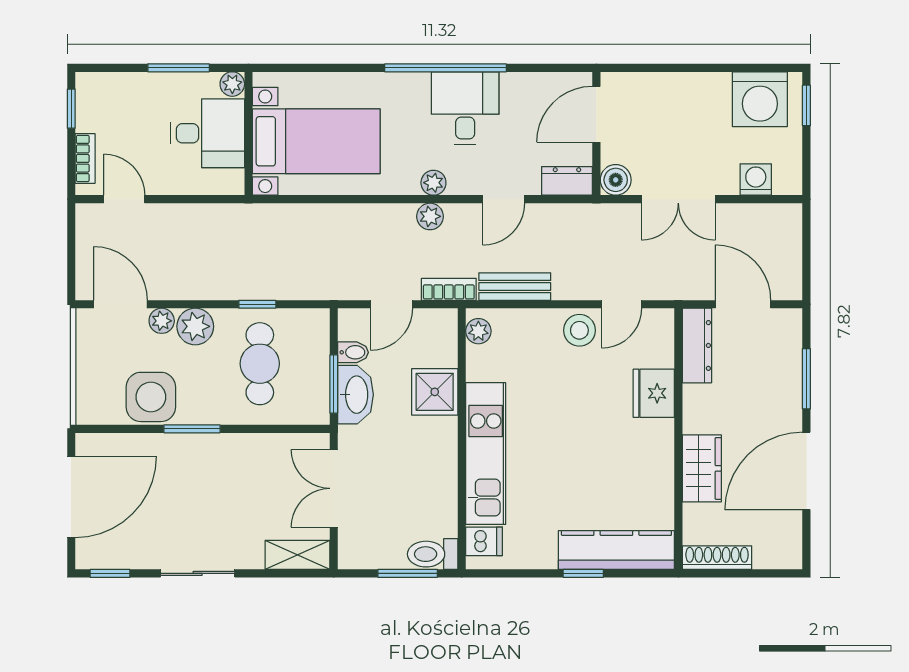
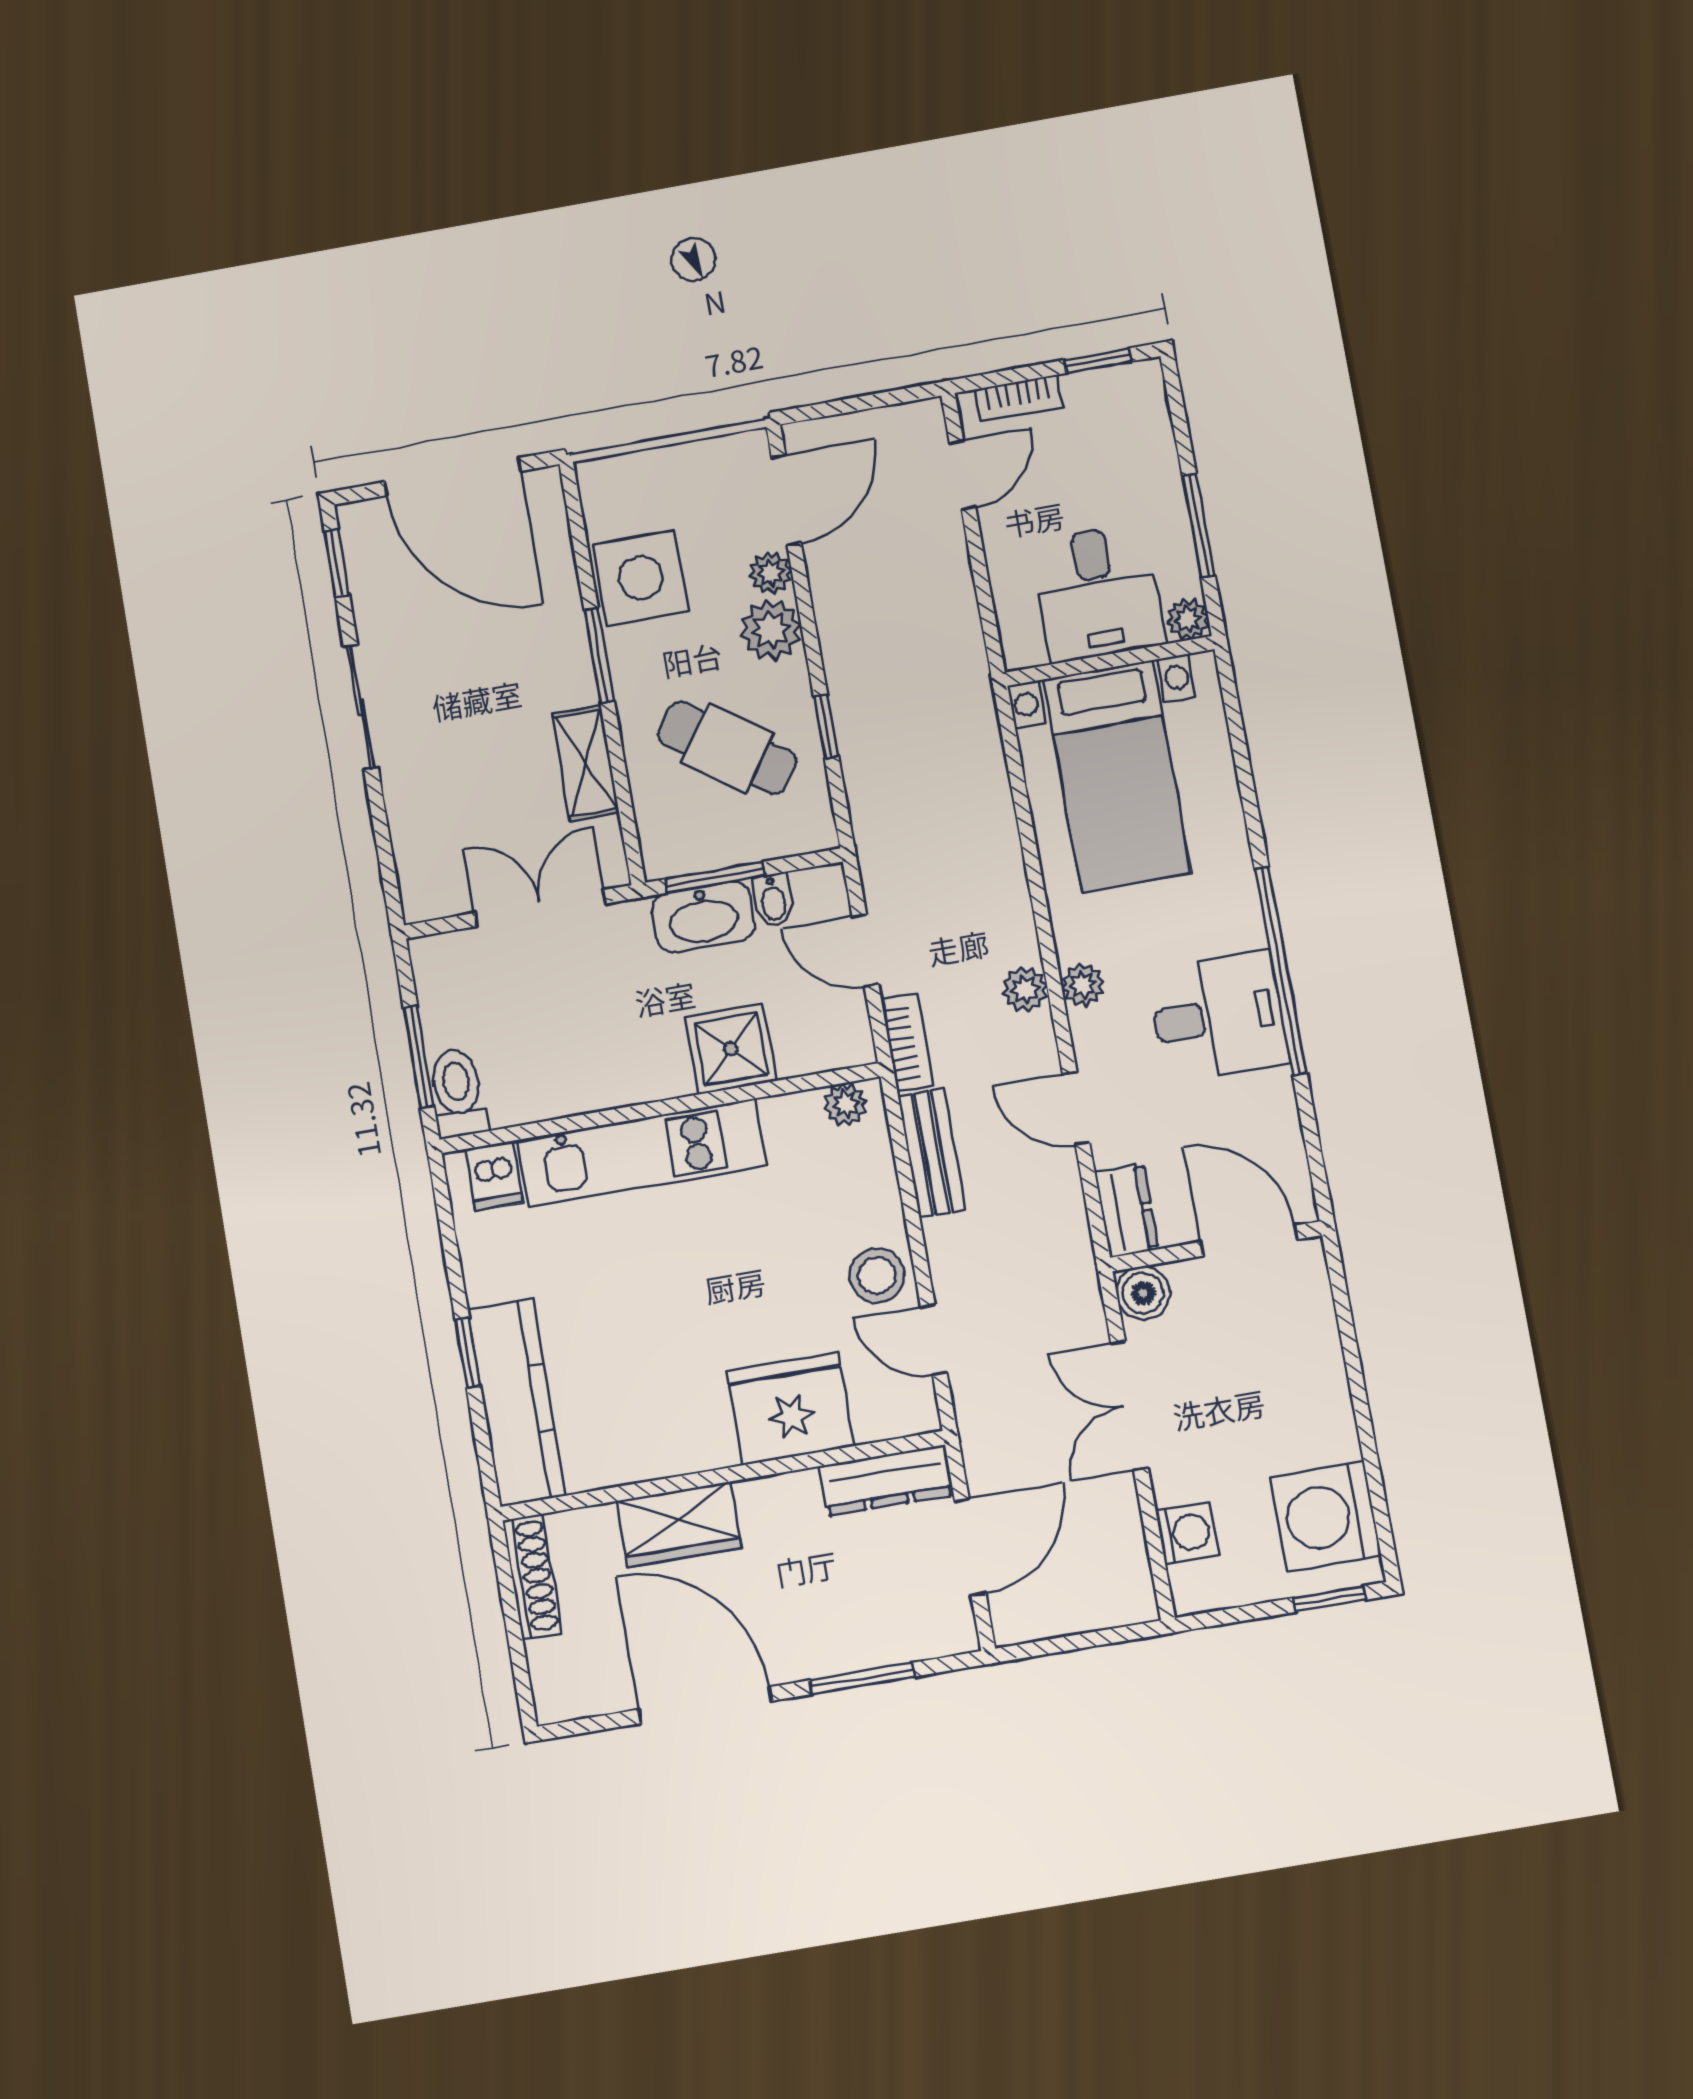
cafe table: (260, 364) -> (727, 748), turned 35
fridge: (654, 393) -> (790, 1409), width x1.36, depth x1.34
shelving: (298, 555) -> (586, 763), moved

